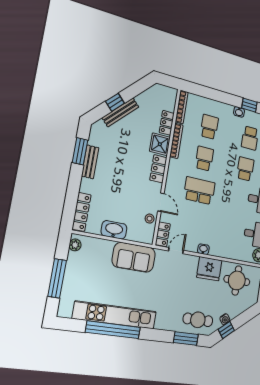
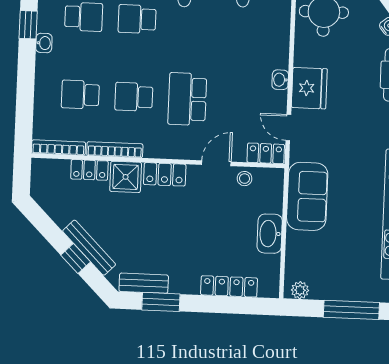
bench: (90, 162) -> (144, 283), moved
locker: (81, 212) -> (229, 286), moved
fridge: (209, 269) -> (309, 88), moved

